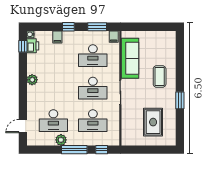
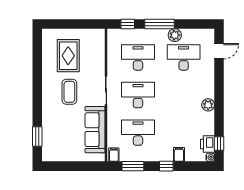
coffee table: (160, 76) -> (69, 92), moved
window: (180, 100) -> (37, 136), moved

